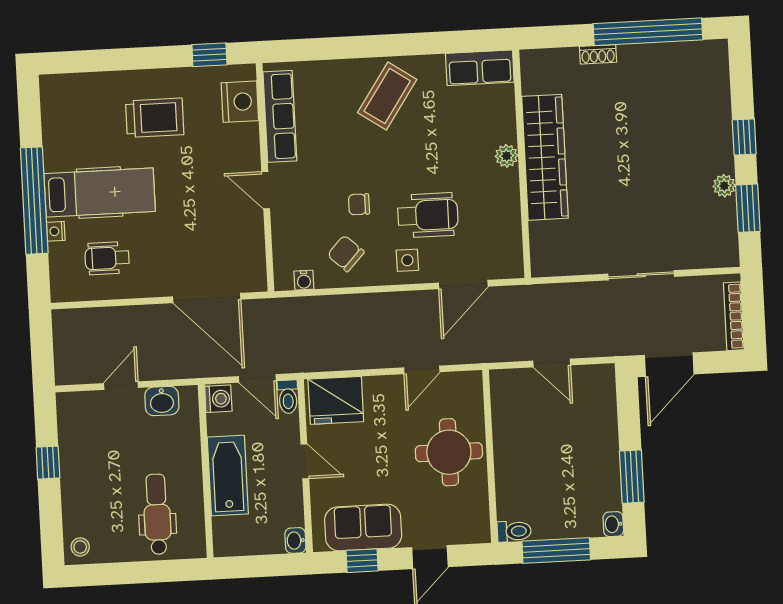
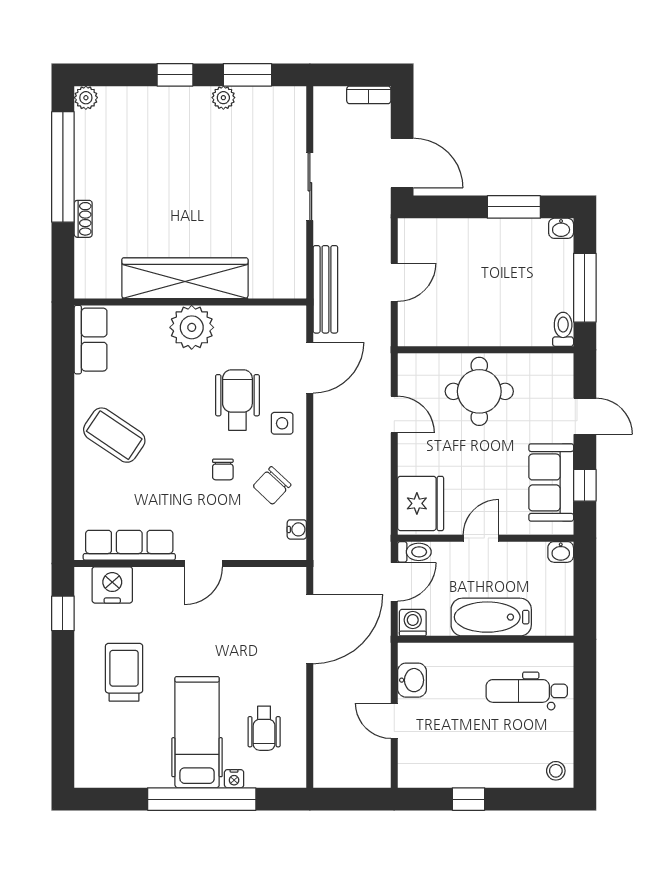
plant: (717, 51) -> (86, 98), added
plant: (507, 156) -> (192, 327), width x1.88, depth x1.88
door: (463, 285) -> (310, 368), hinge flipped
bench: (541, 296) -> (325, 289), added
bookcase: (734, 316) -> (369, 95), width x0.64

